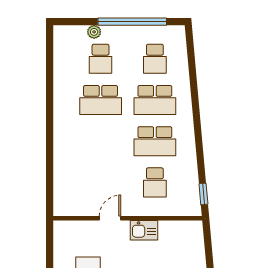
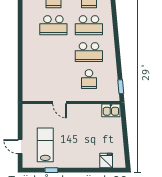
door: (110, 218) -> (60, 102), swing flipped
kitchen sink: (144, 230) -> (111, 110), moved

